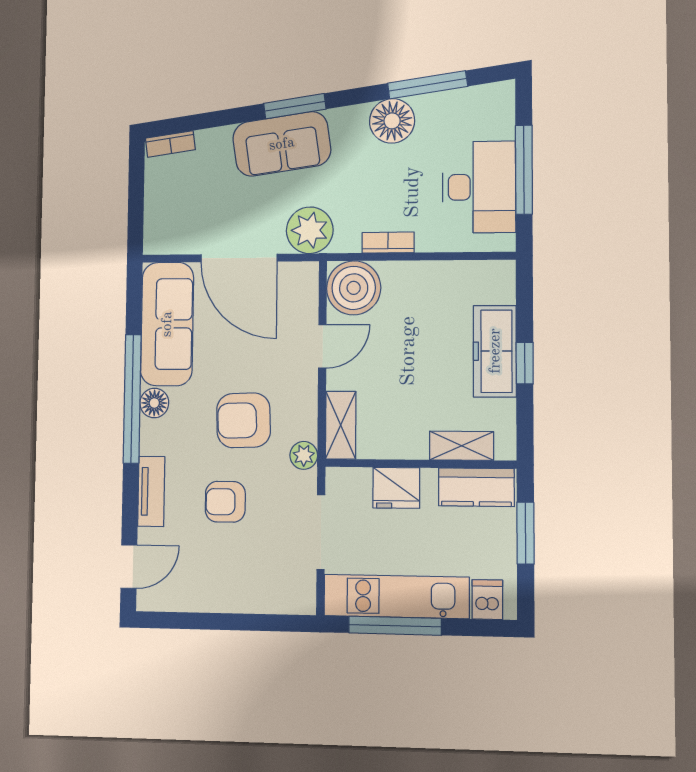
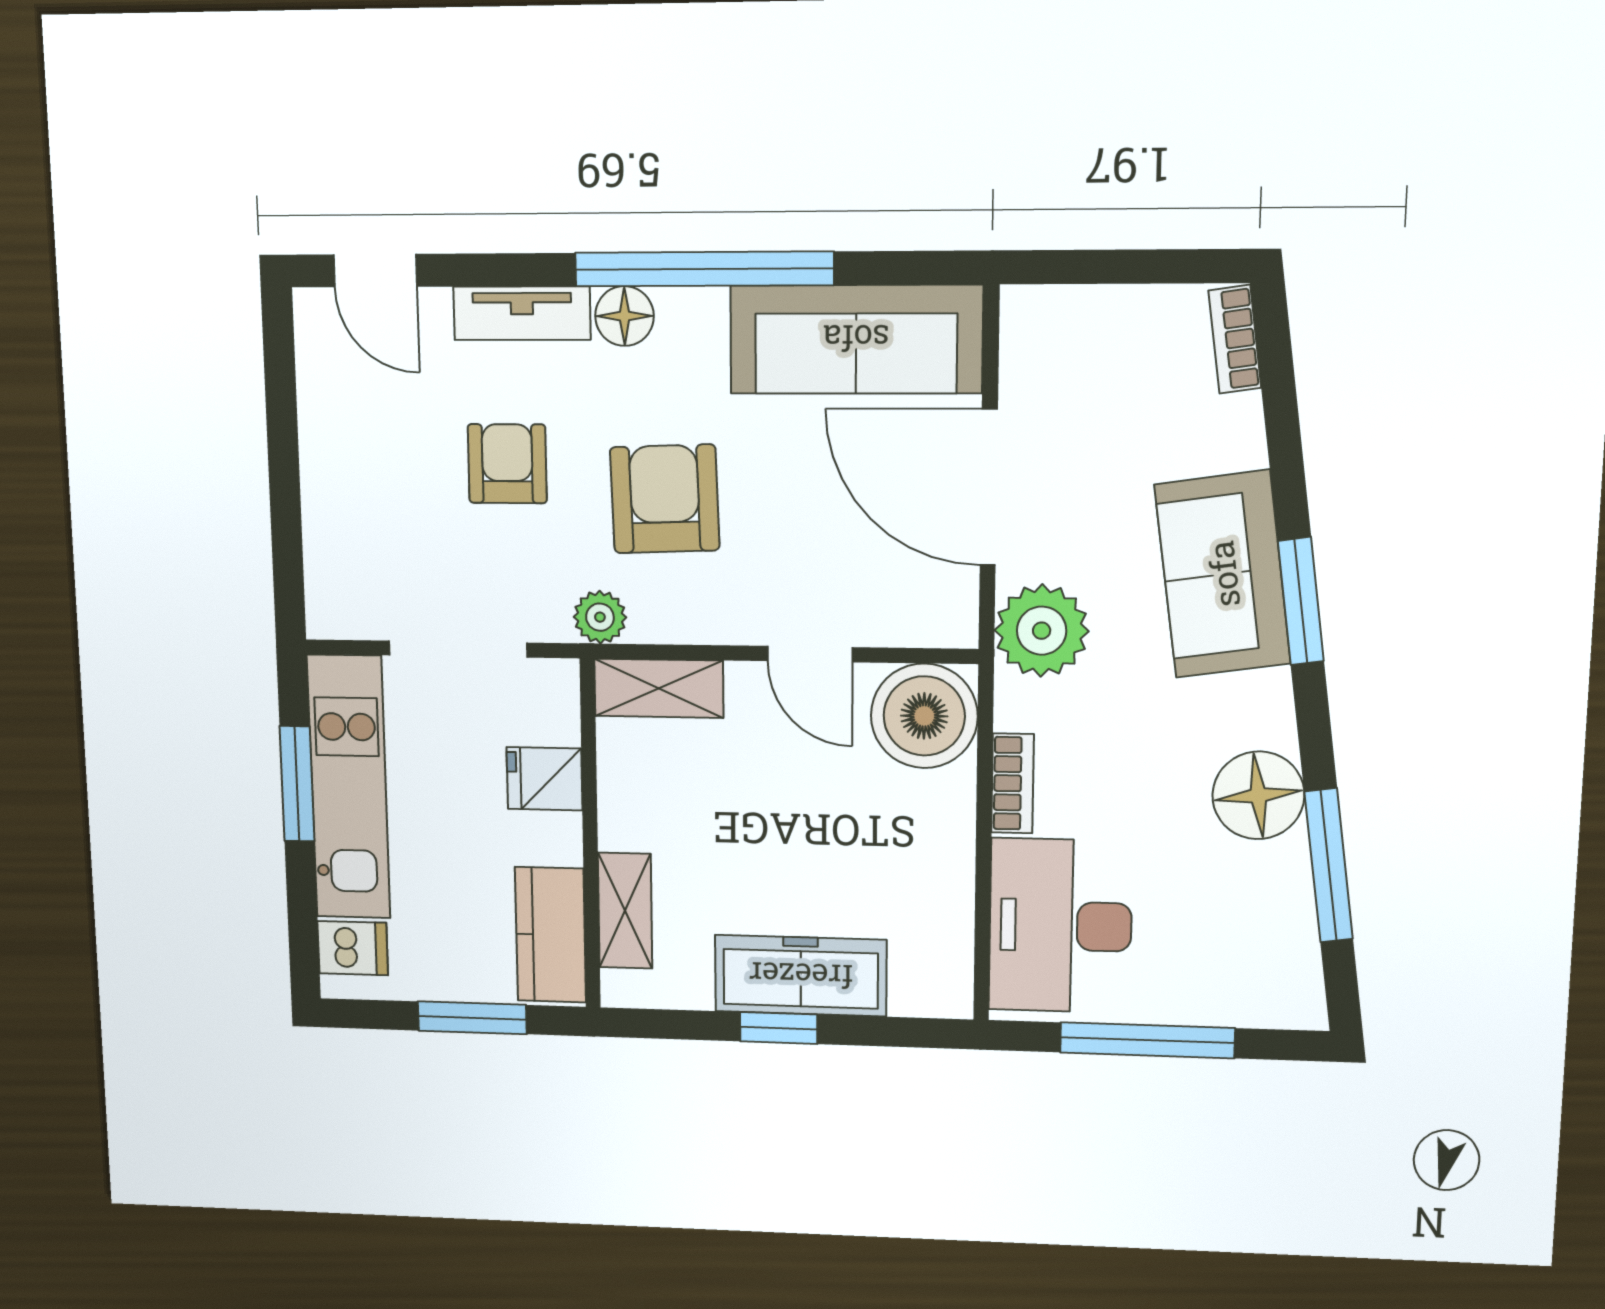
desk: (479, 187) -> (1060, 926), moved, turned 90
door: (239, 258) -> (989, 488), hinge flipped
floor lamp: (154, 403) -> (624, 316), moved
fridge: (396, 488) -> (545, 779), width x0.72
window: (395, 626) -> (297, 784), width x0.69

